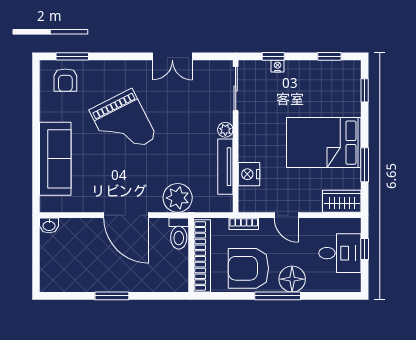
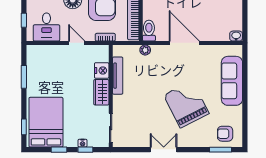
double door: (172, 56) -> (164, 150), moved
window: (329, 56) -> (59, 150), moved
armchair: (65, 80) -> (225, 134), turned -90
plant: (225, 130) -> (118, 100), removed
bed: (324, 143) -> (46, 122), moved, turned -90
plant: (178, 198) -> (145, 50), width x0.53, depth x0.53
wardrobe: (342, 201) -> (101, 92), moved, turned 90
desk: (340, 253) -> (46, 27), moved, turned -90

